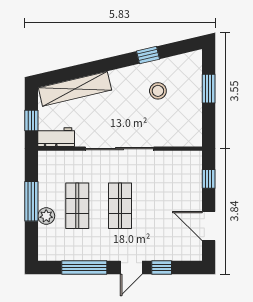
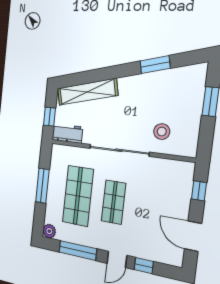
window: (148, 55) -> (155, 65), width x1.50
stool: (158, 91) -> (162, 132), moved
shop shelf: (77, 206) -> (78, 196), width x1.43, depth x1.36
plant: (46, 216) -> (49, 231), moved

